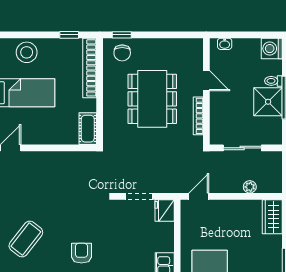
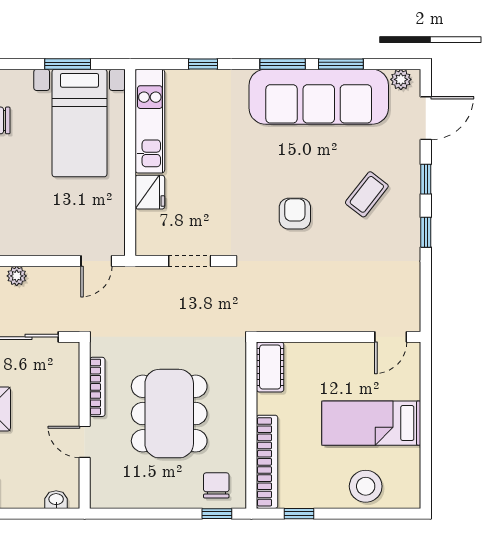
fridge: (165, 211) -> (150, 192), moved
coffee table: (26, 239) -> (367, 194), width x0.73, depth x0.77
armchair: (81, 253) -> (295, 214), moved, turned 180

